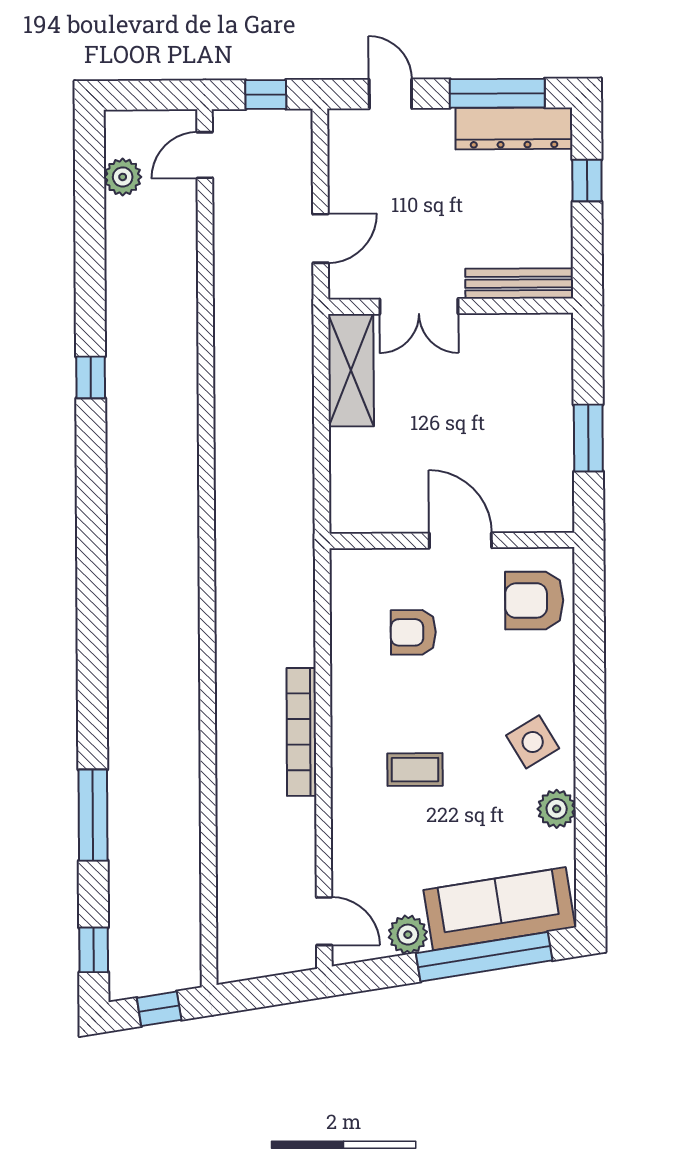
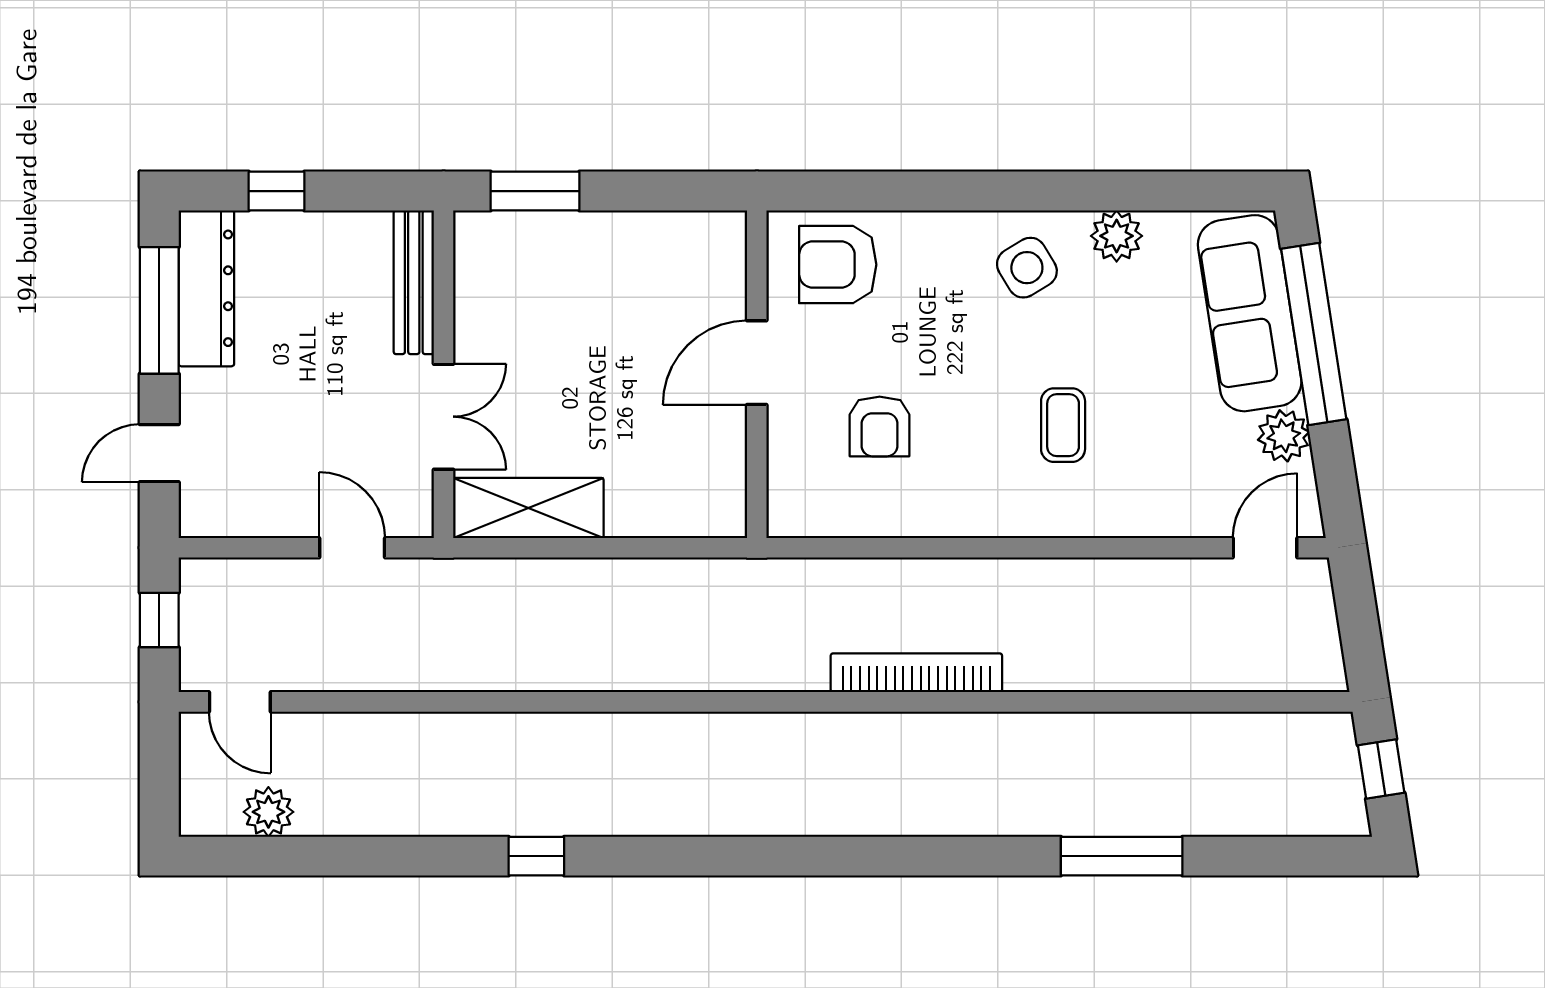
window: (588, 438) -> (535, 191), moved
armchair: (534, 600) -> (838, 265), turned 90
bookcase: (301, 732) -> (916, 673), moved, turned 180
window: (94, 950) -> (1302, 856), removed

